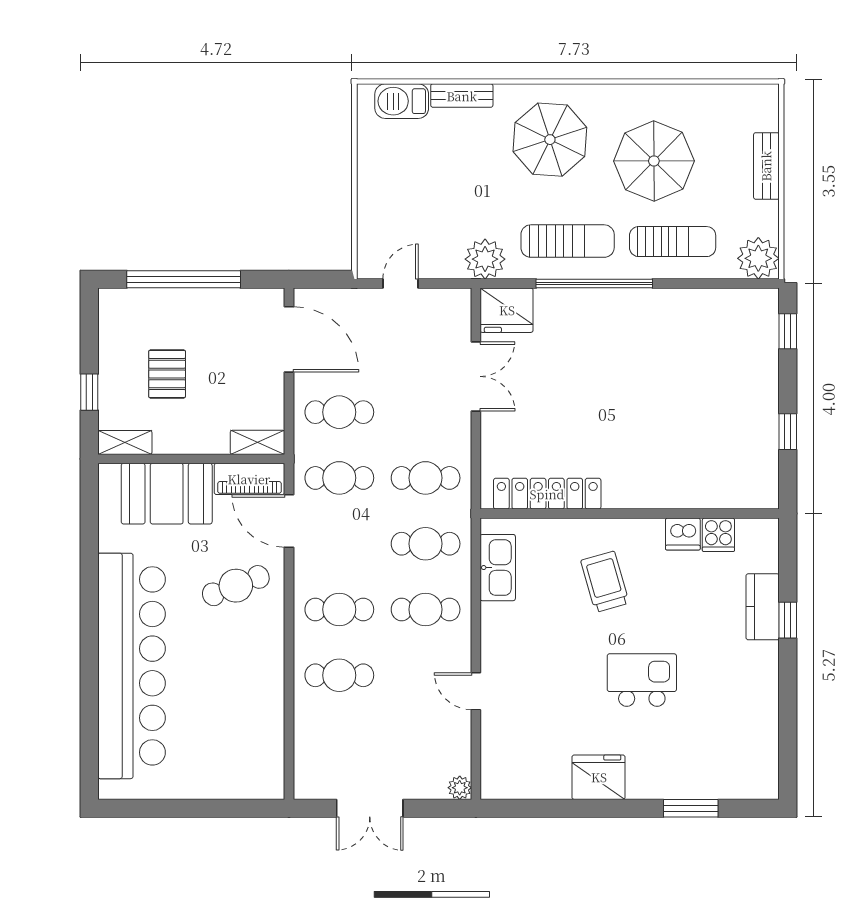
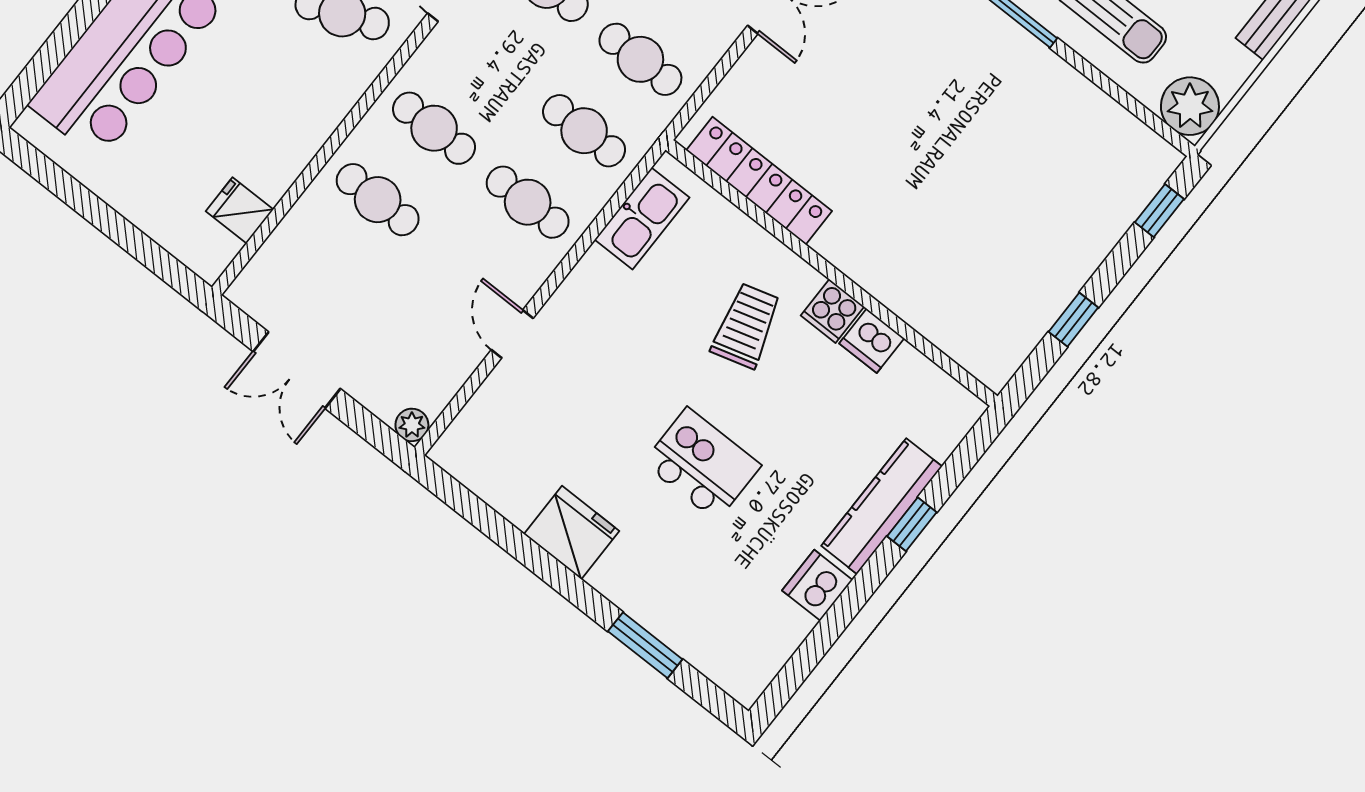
cooker: (718, 535) -> (832, 311), moved
kitchen counter: (763, 607) -> (882, 506), width x1.50
dishwasher: (762, 697) -> (817, 585), added
fridge: (266, 743) -> (240, 210), added

